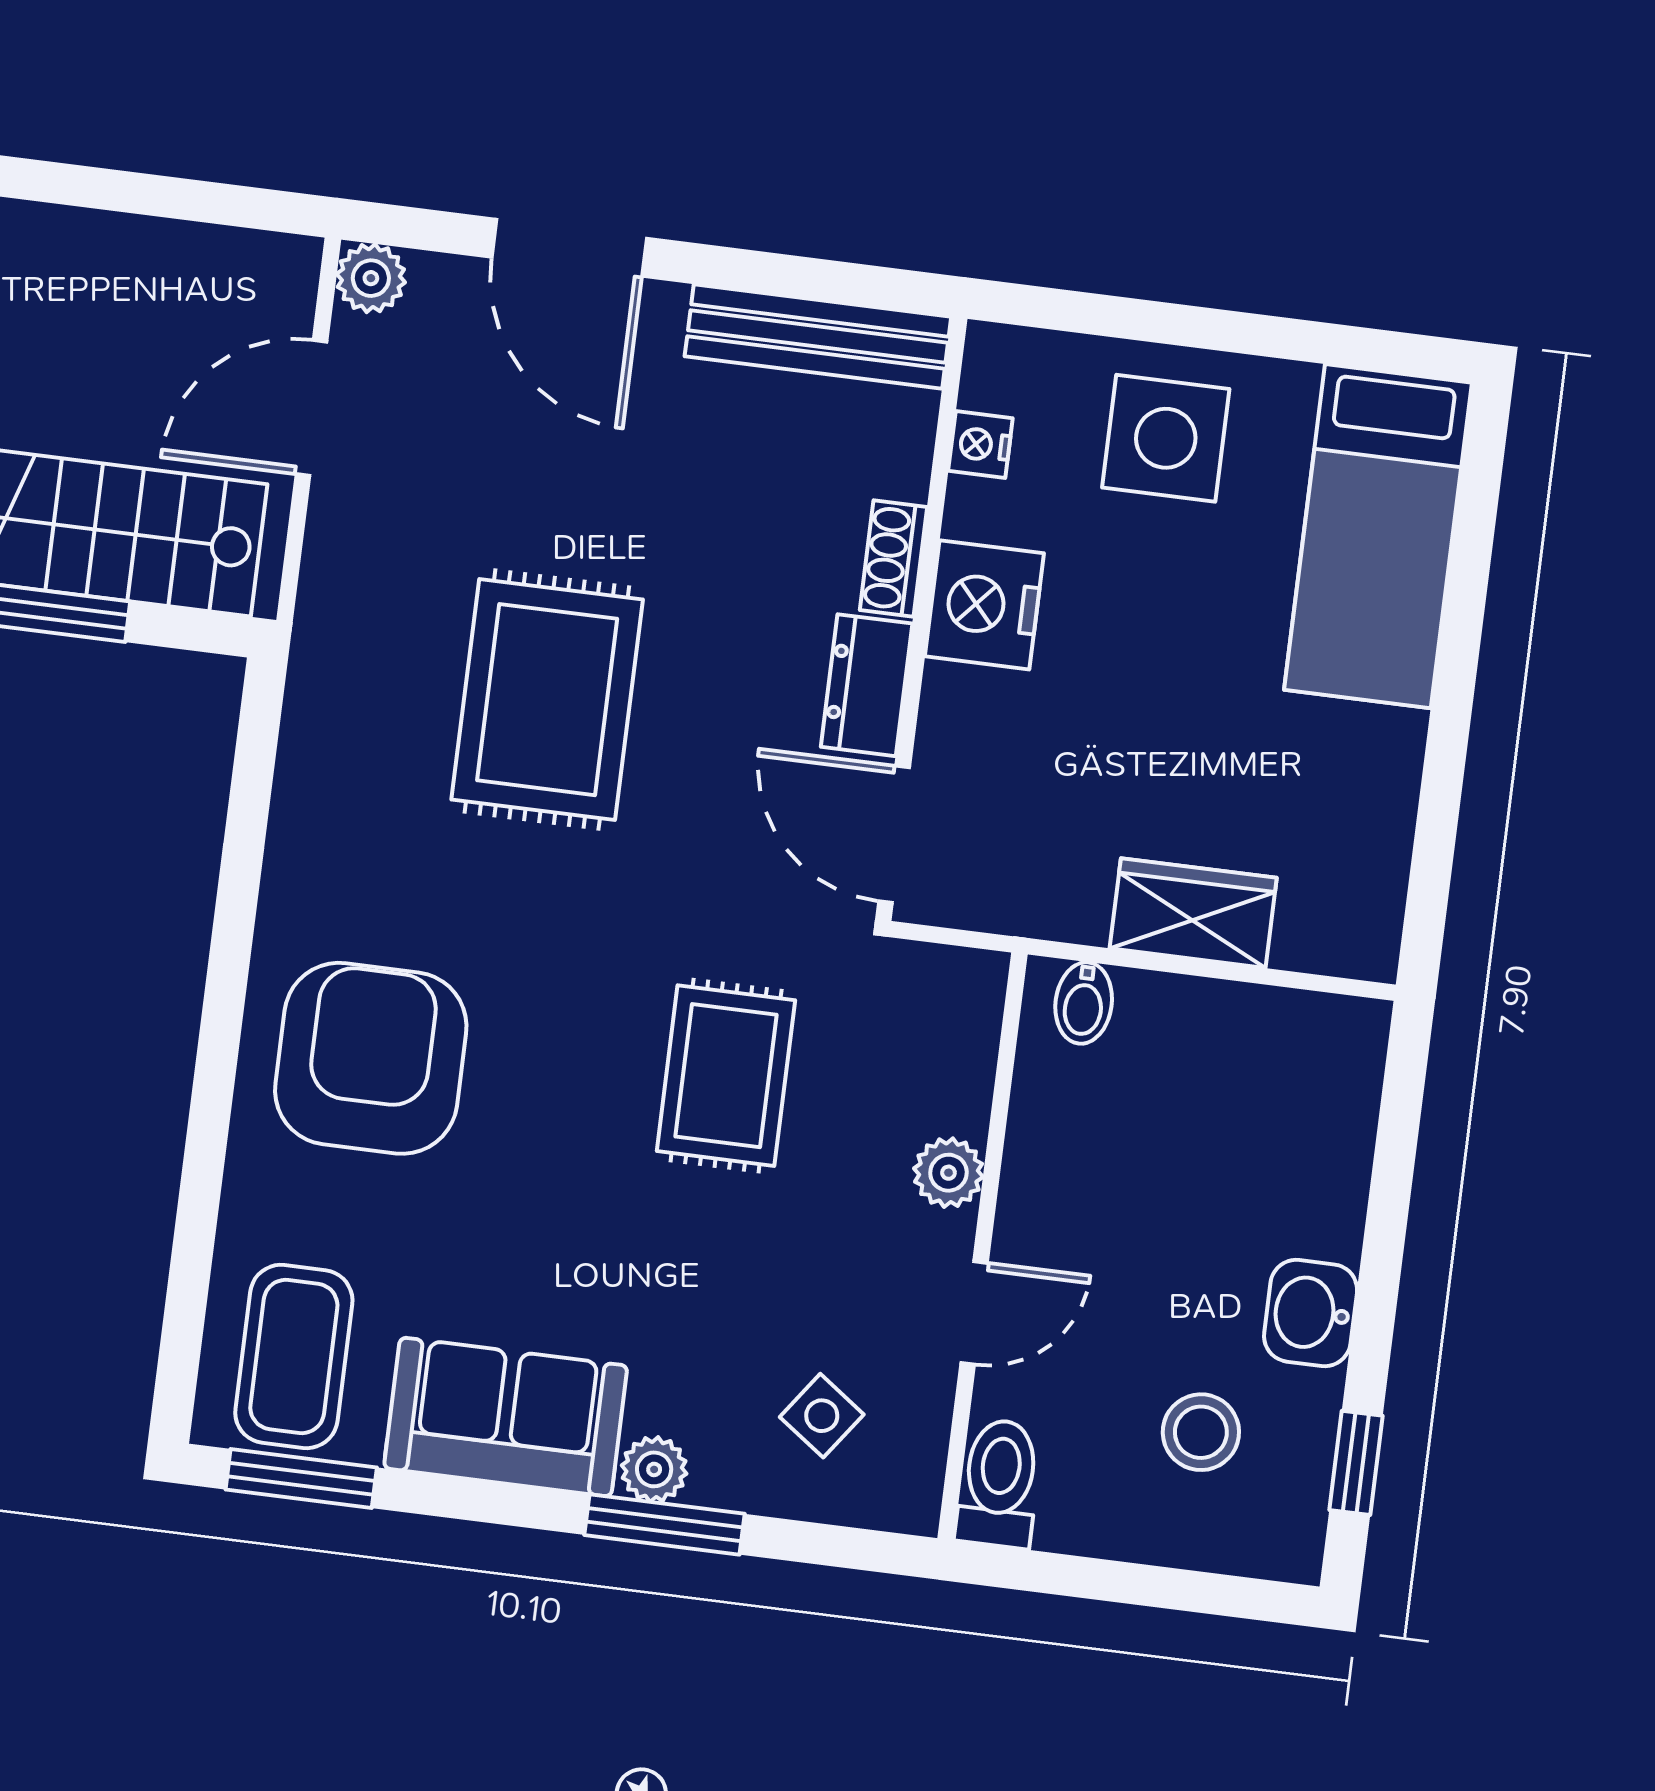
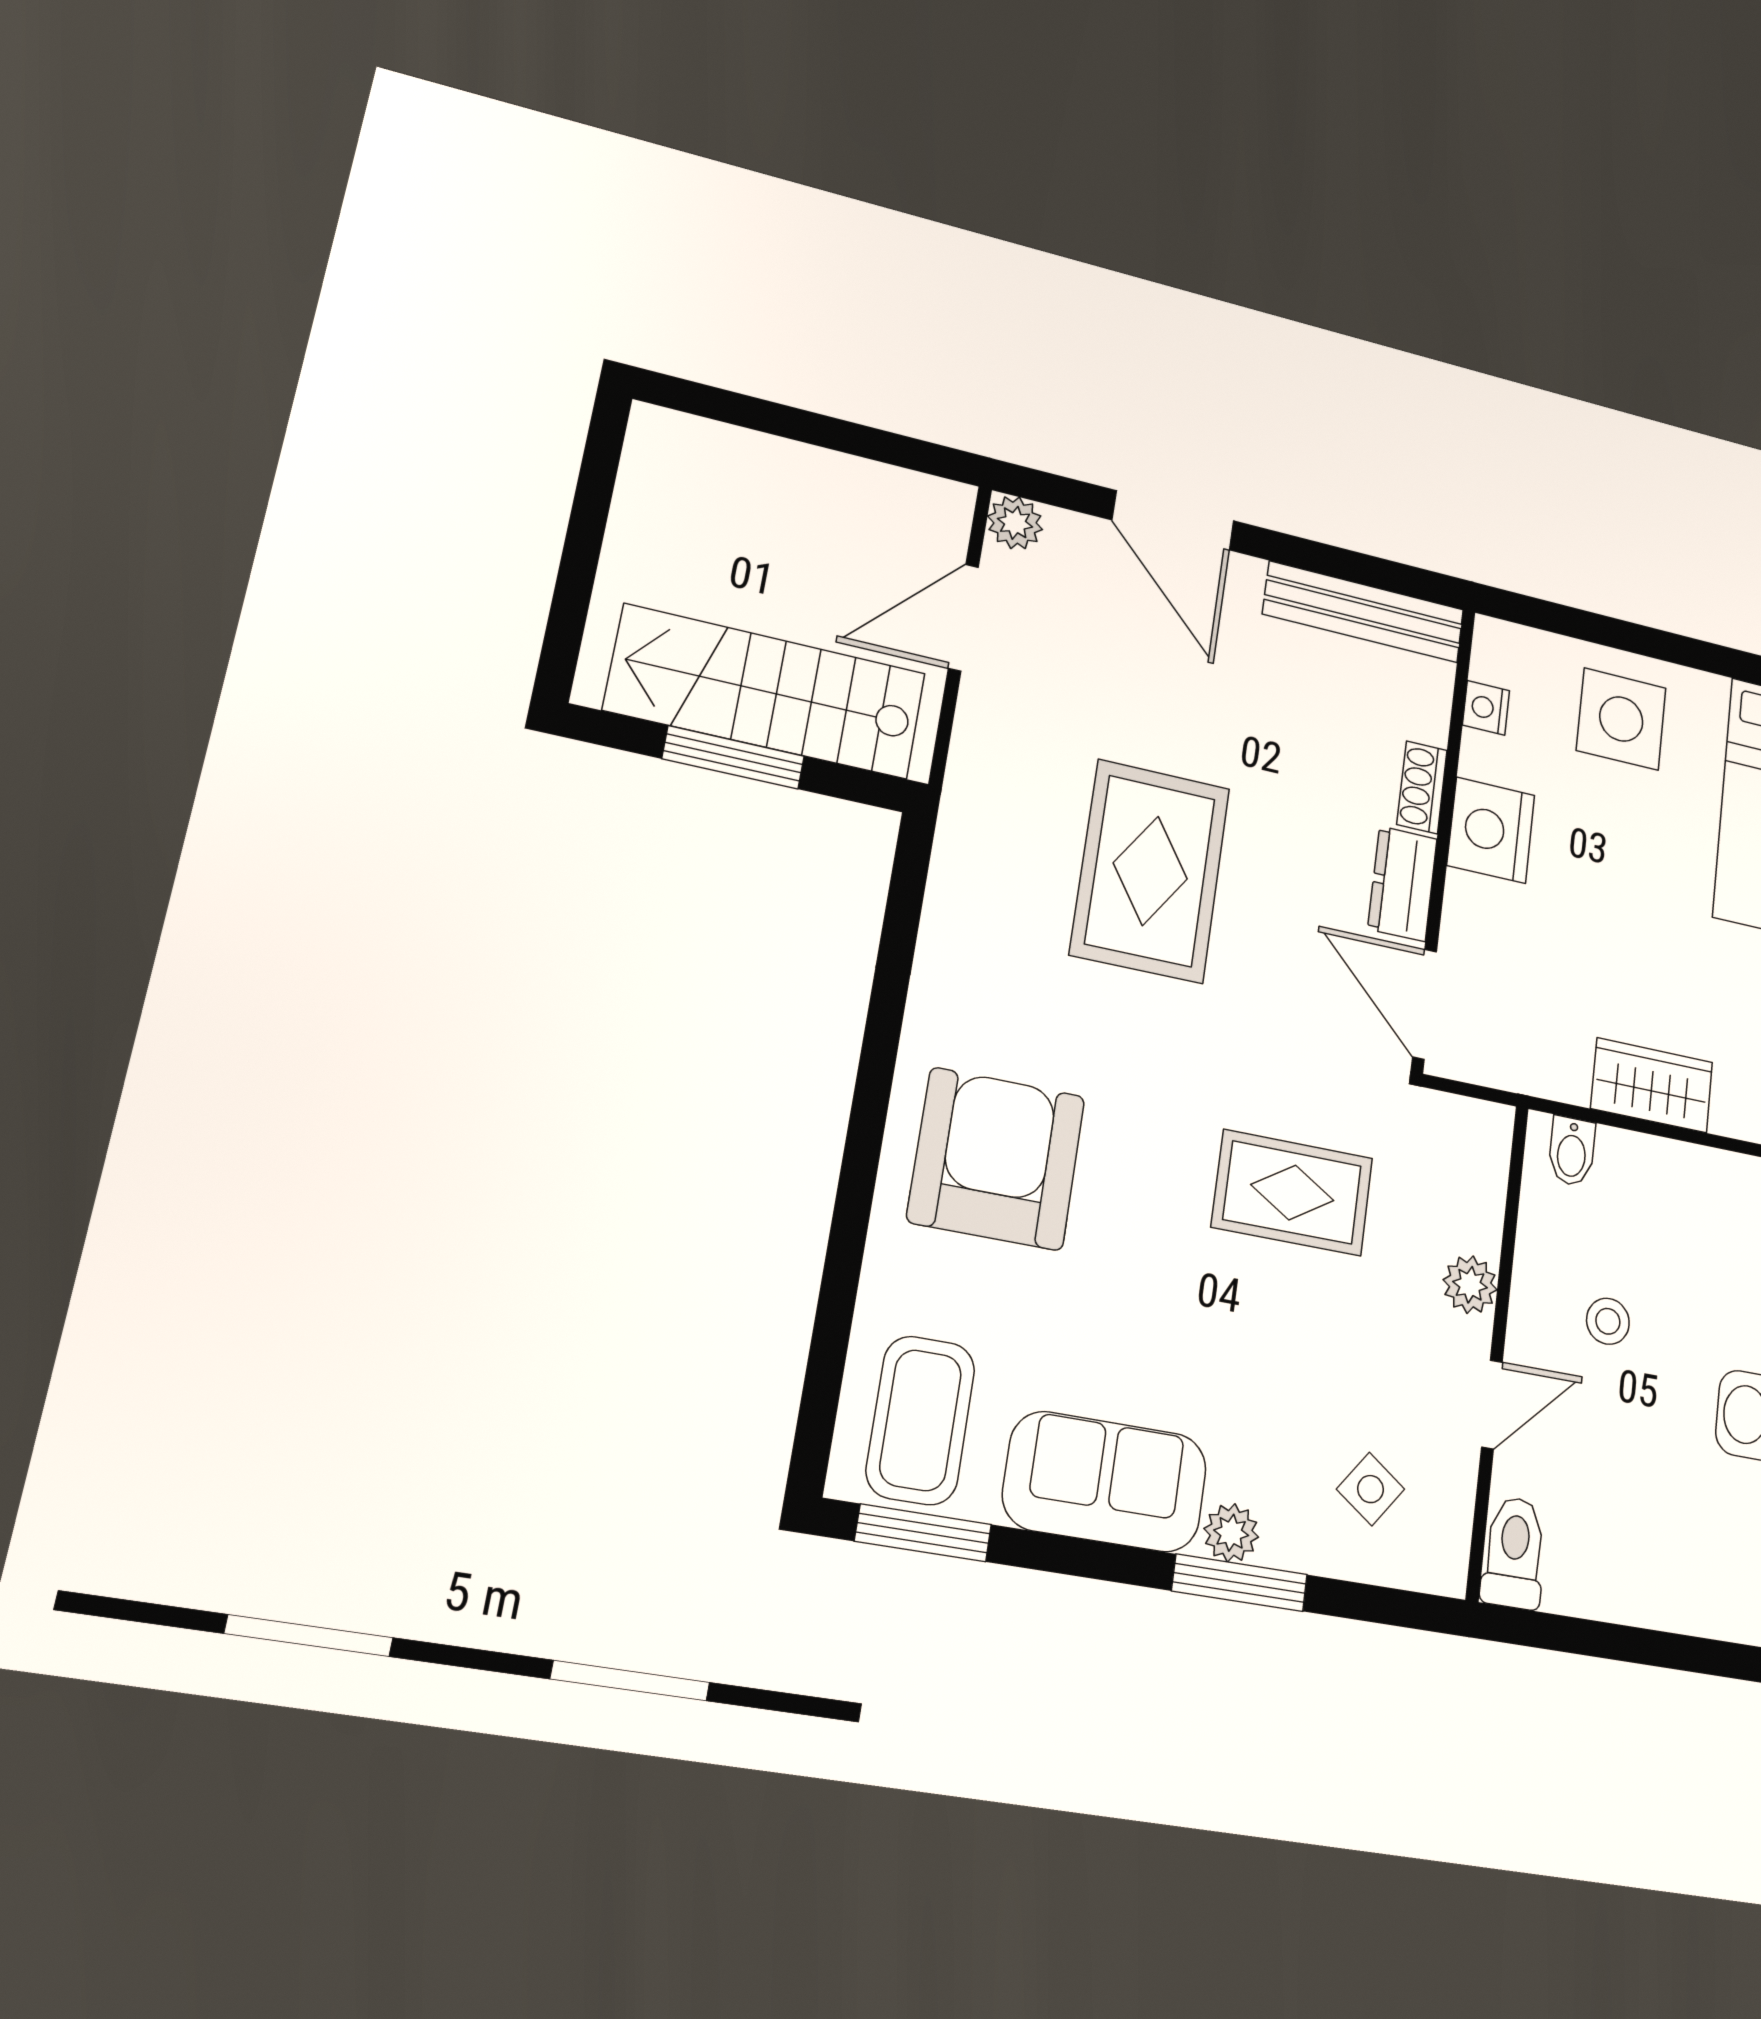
rug: (726, 1076) -> (1292, 1193), turned 90
stool: (1201, 1432) -> (1608, 1321), moved, width x0.73, depth x0.73

